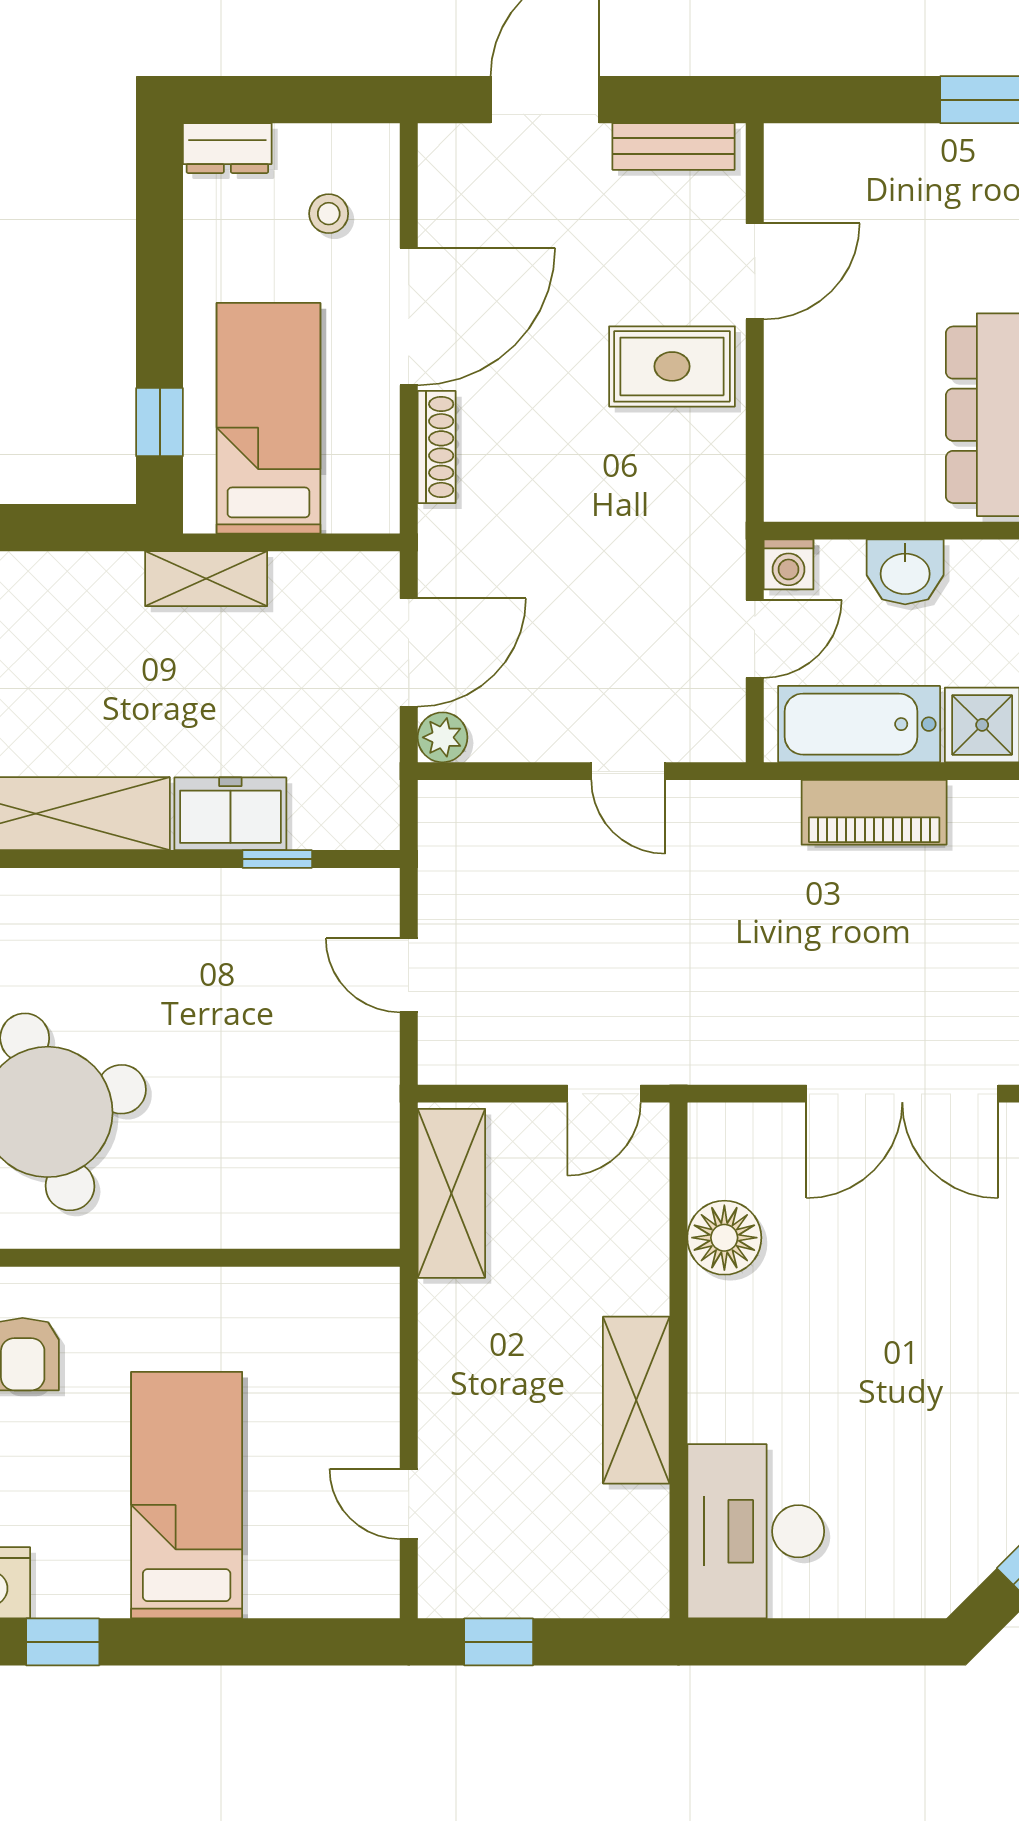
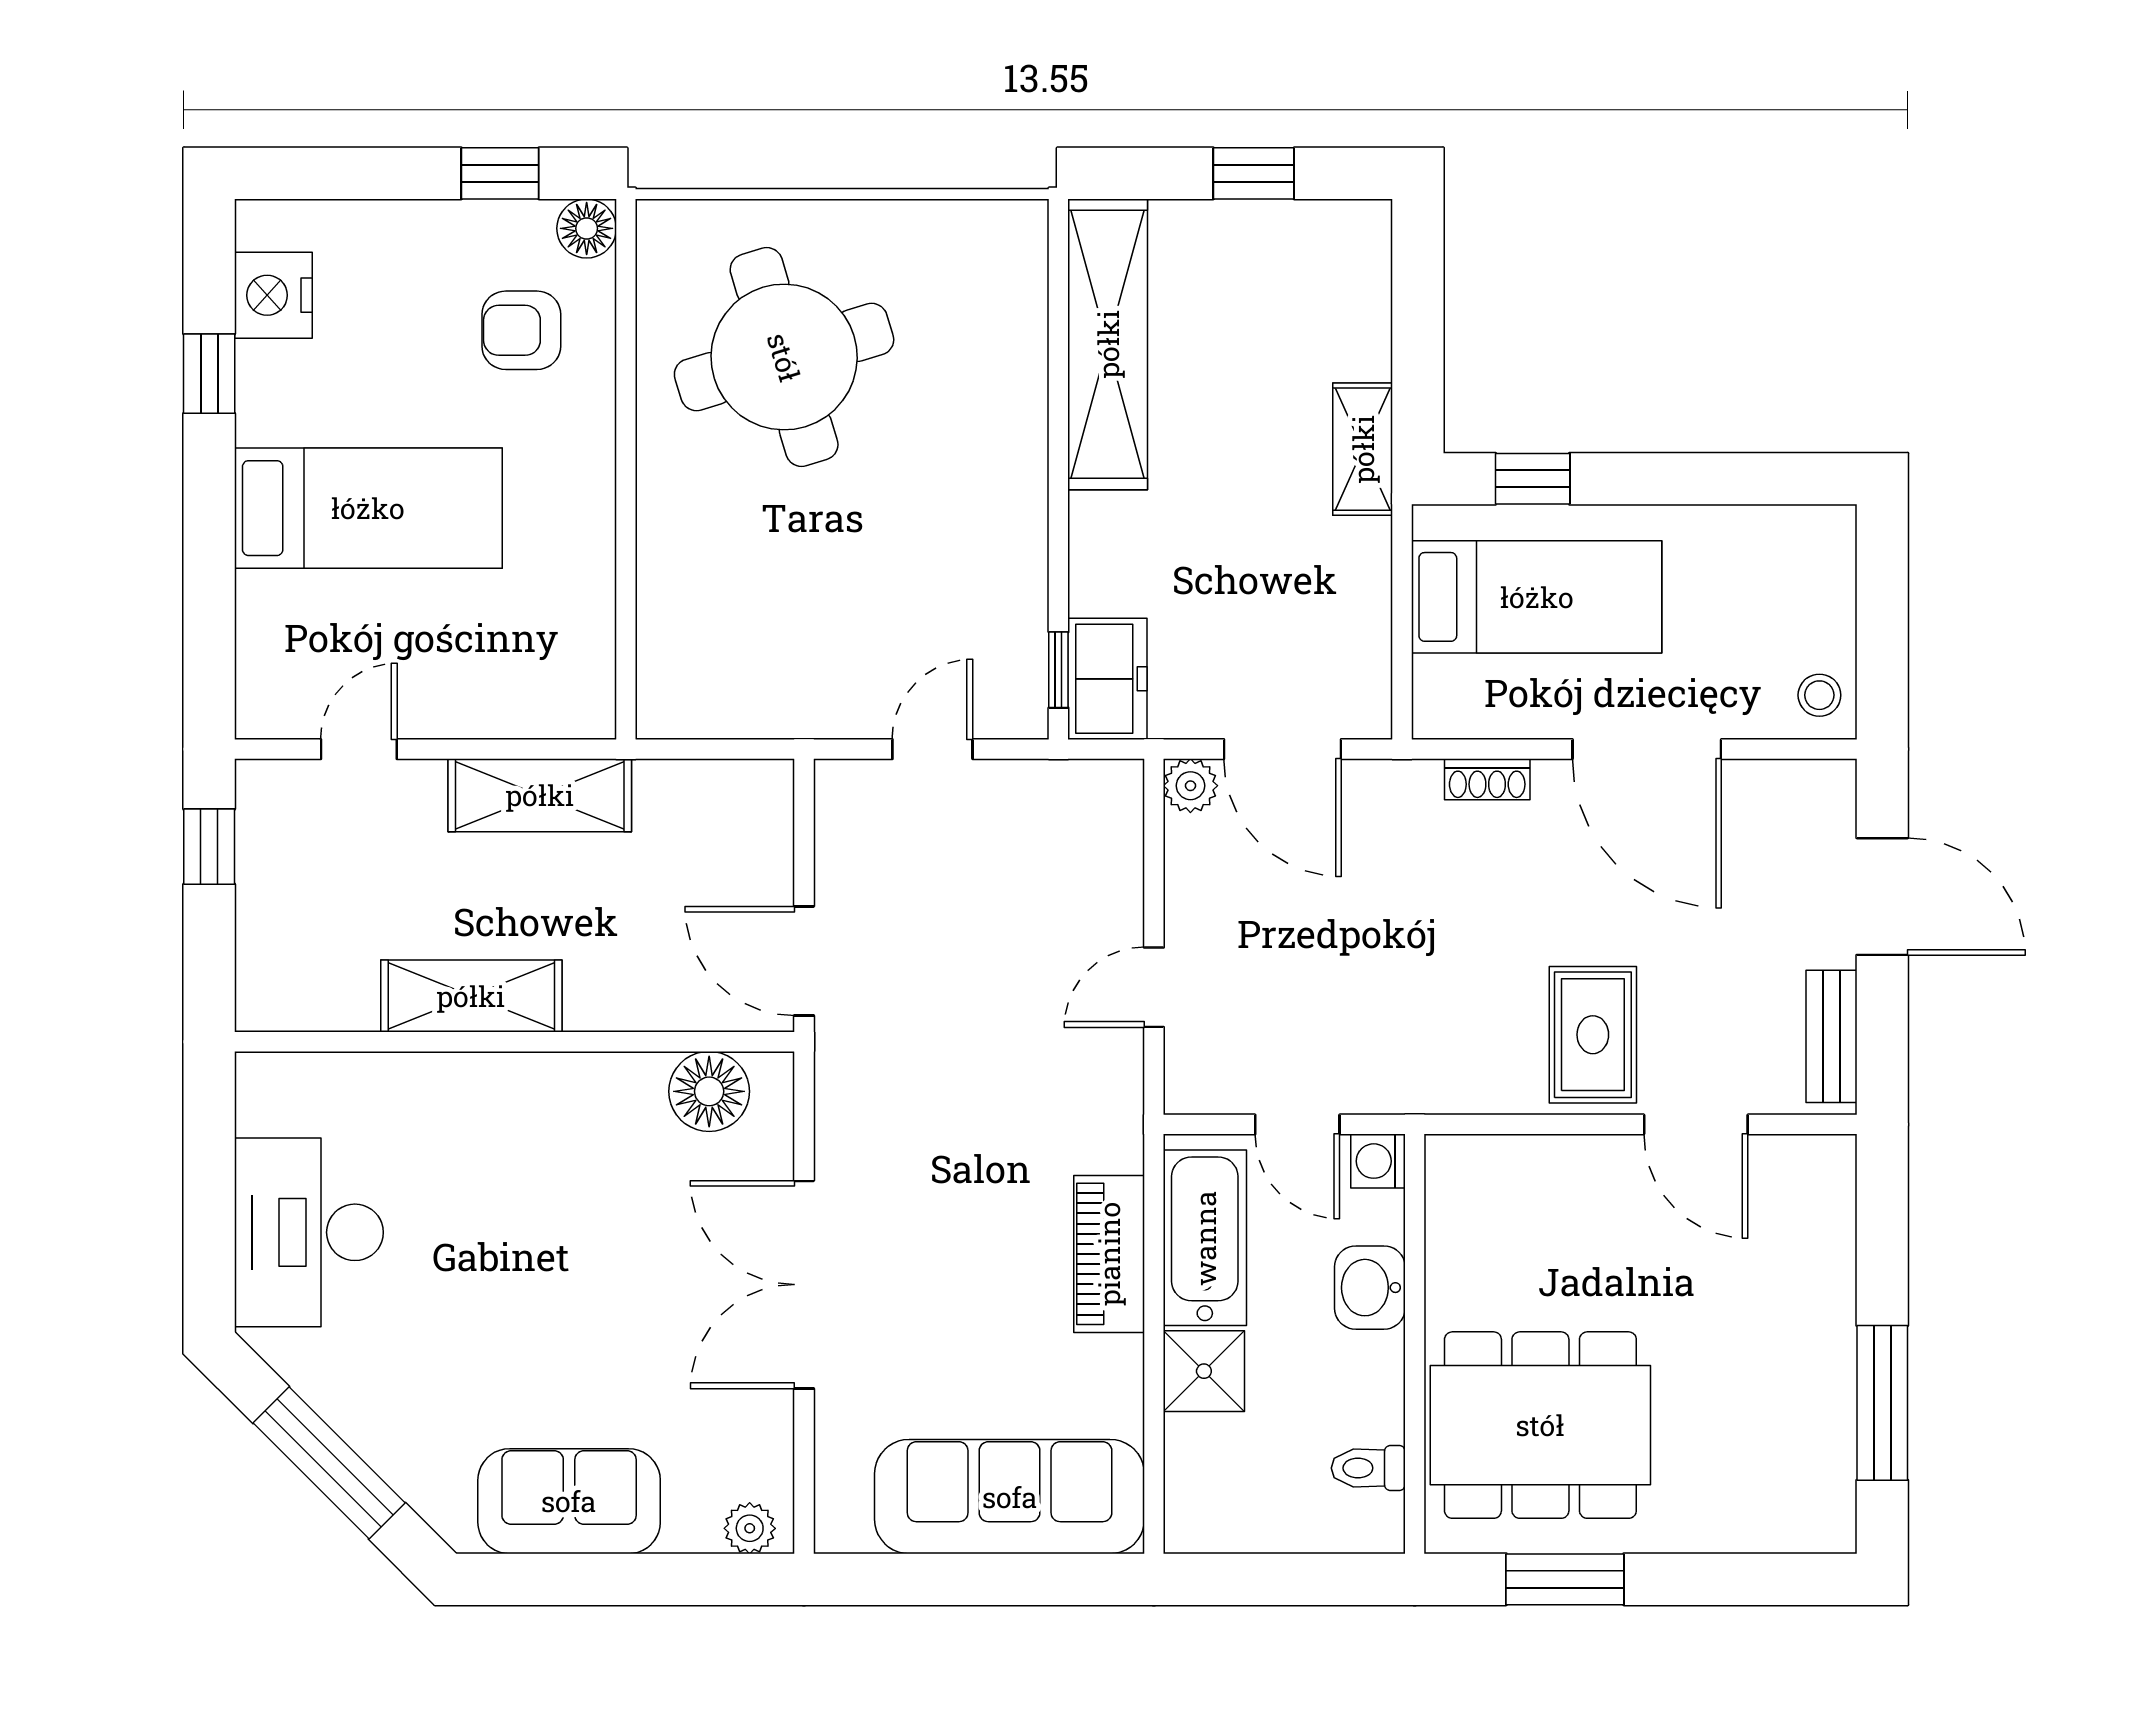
dresser: (227, 148) -> (1830, 552), removed
stool: (329, 214) -> (1819, 695), moved
shoe rack: (437, 447) -> (1487, 779), width x0.70
shelving: (206, 579) -> (1363, 449), moved
freezer: (230, 814) -> (1107, 679), moved
window: (277, 859) -> (1058, 670), moved
door: (604, 1094) -> (804, 961), width x1.38
shelving: (451, 1193) -> (540, 795), moved
floor lamp: (724, 1238) -> (709, 1091), moved
desk: (756, 1531) -> (309, 1232), moved, turned -90

